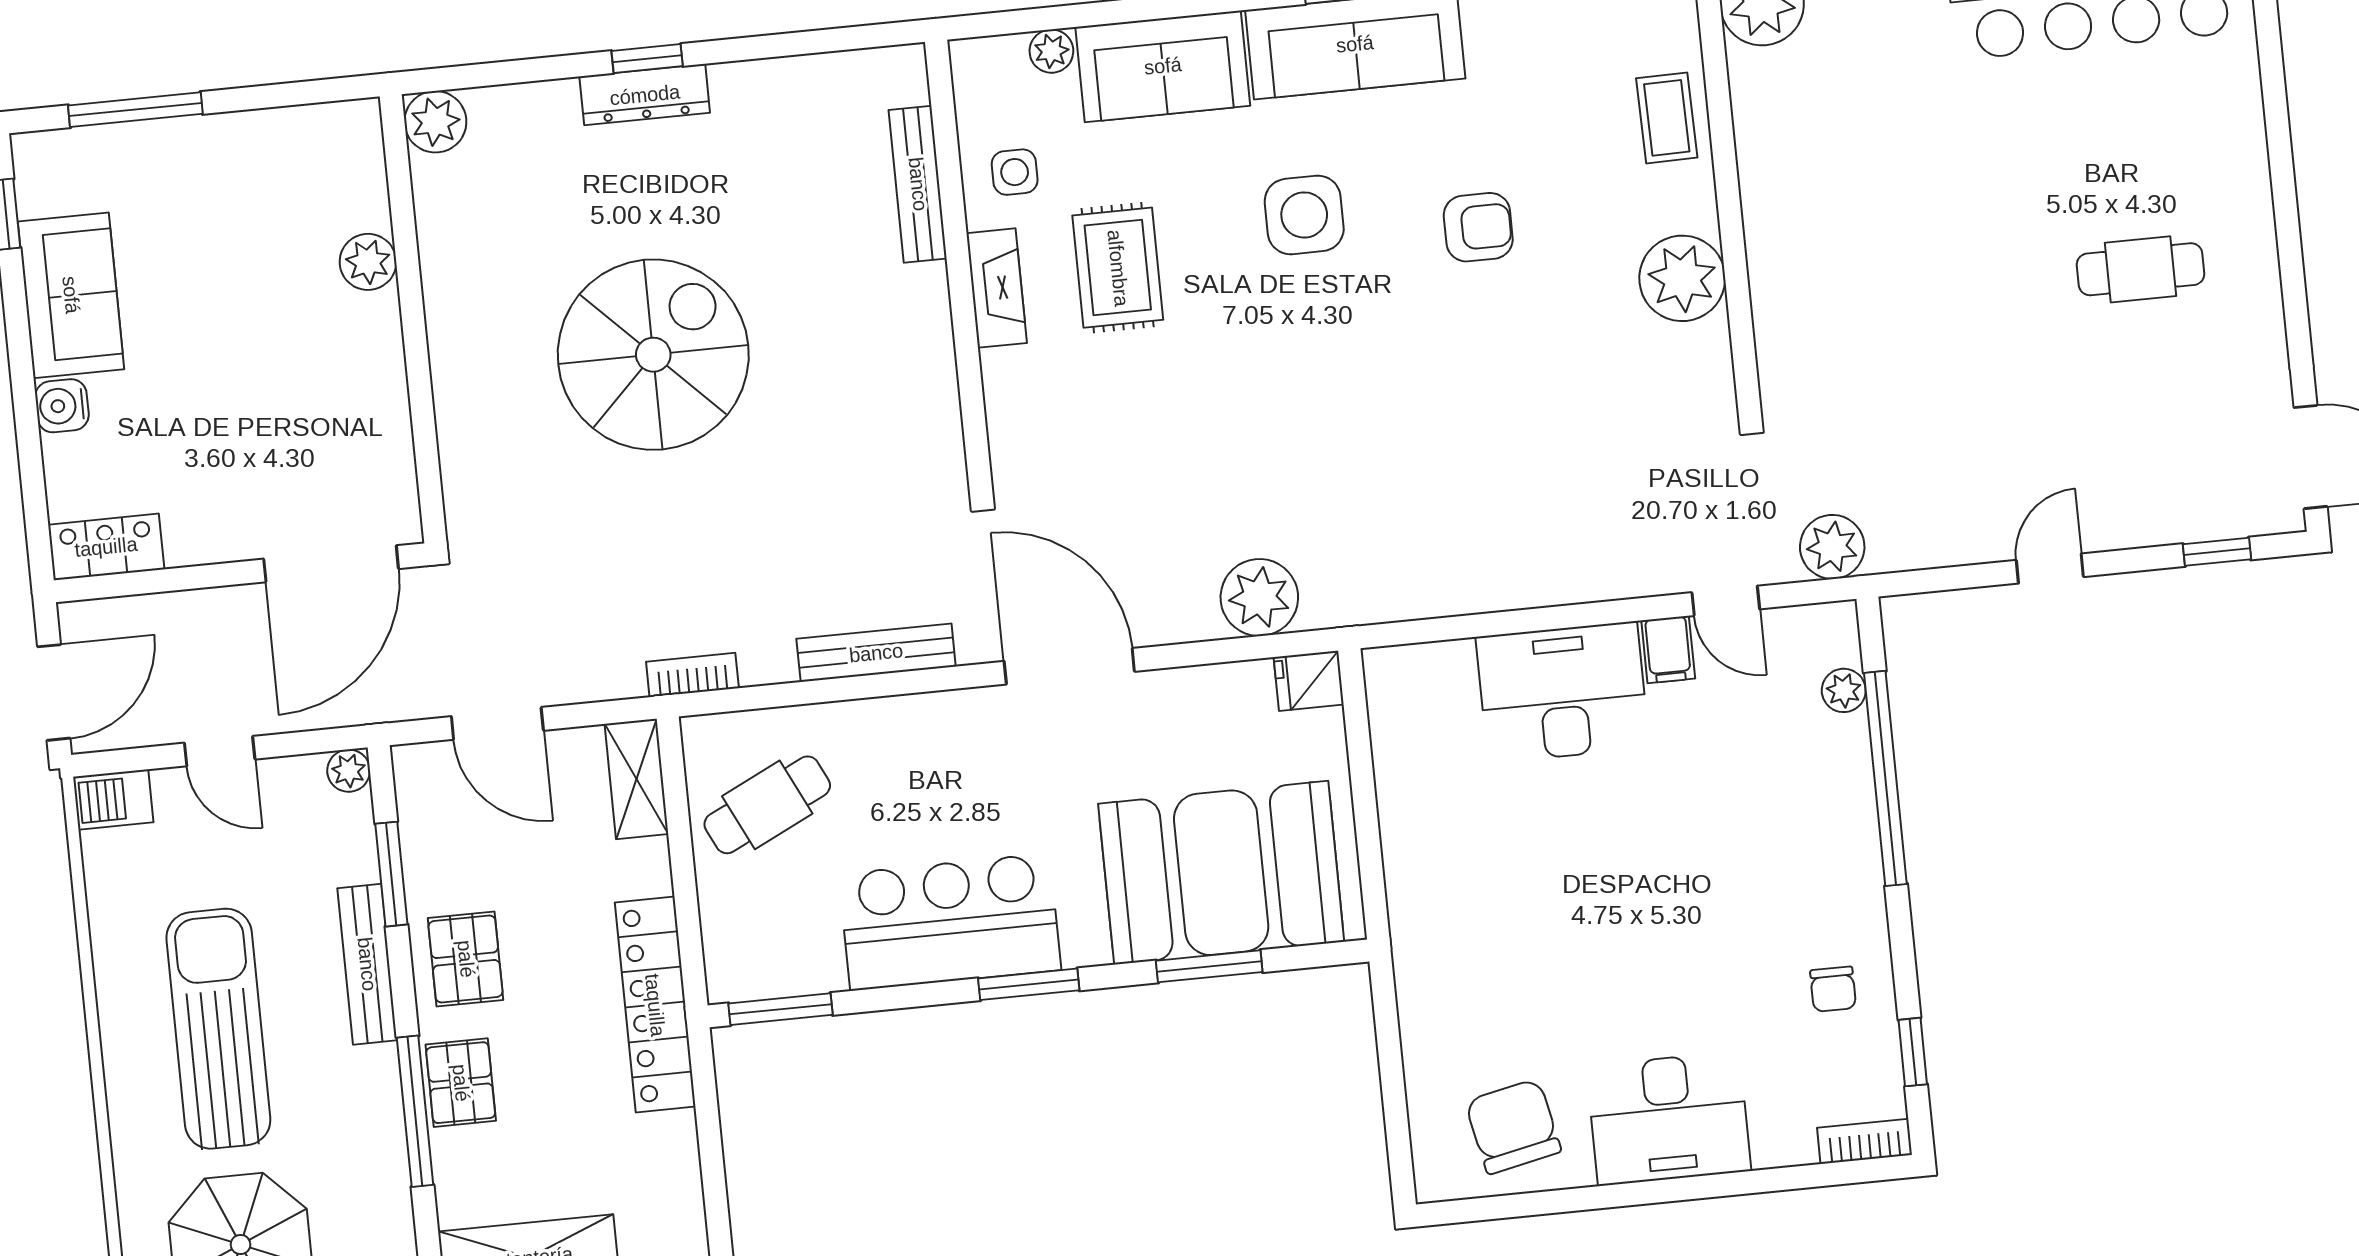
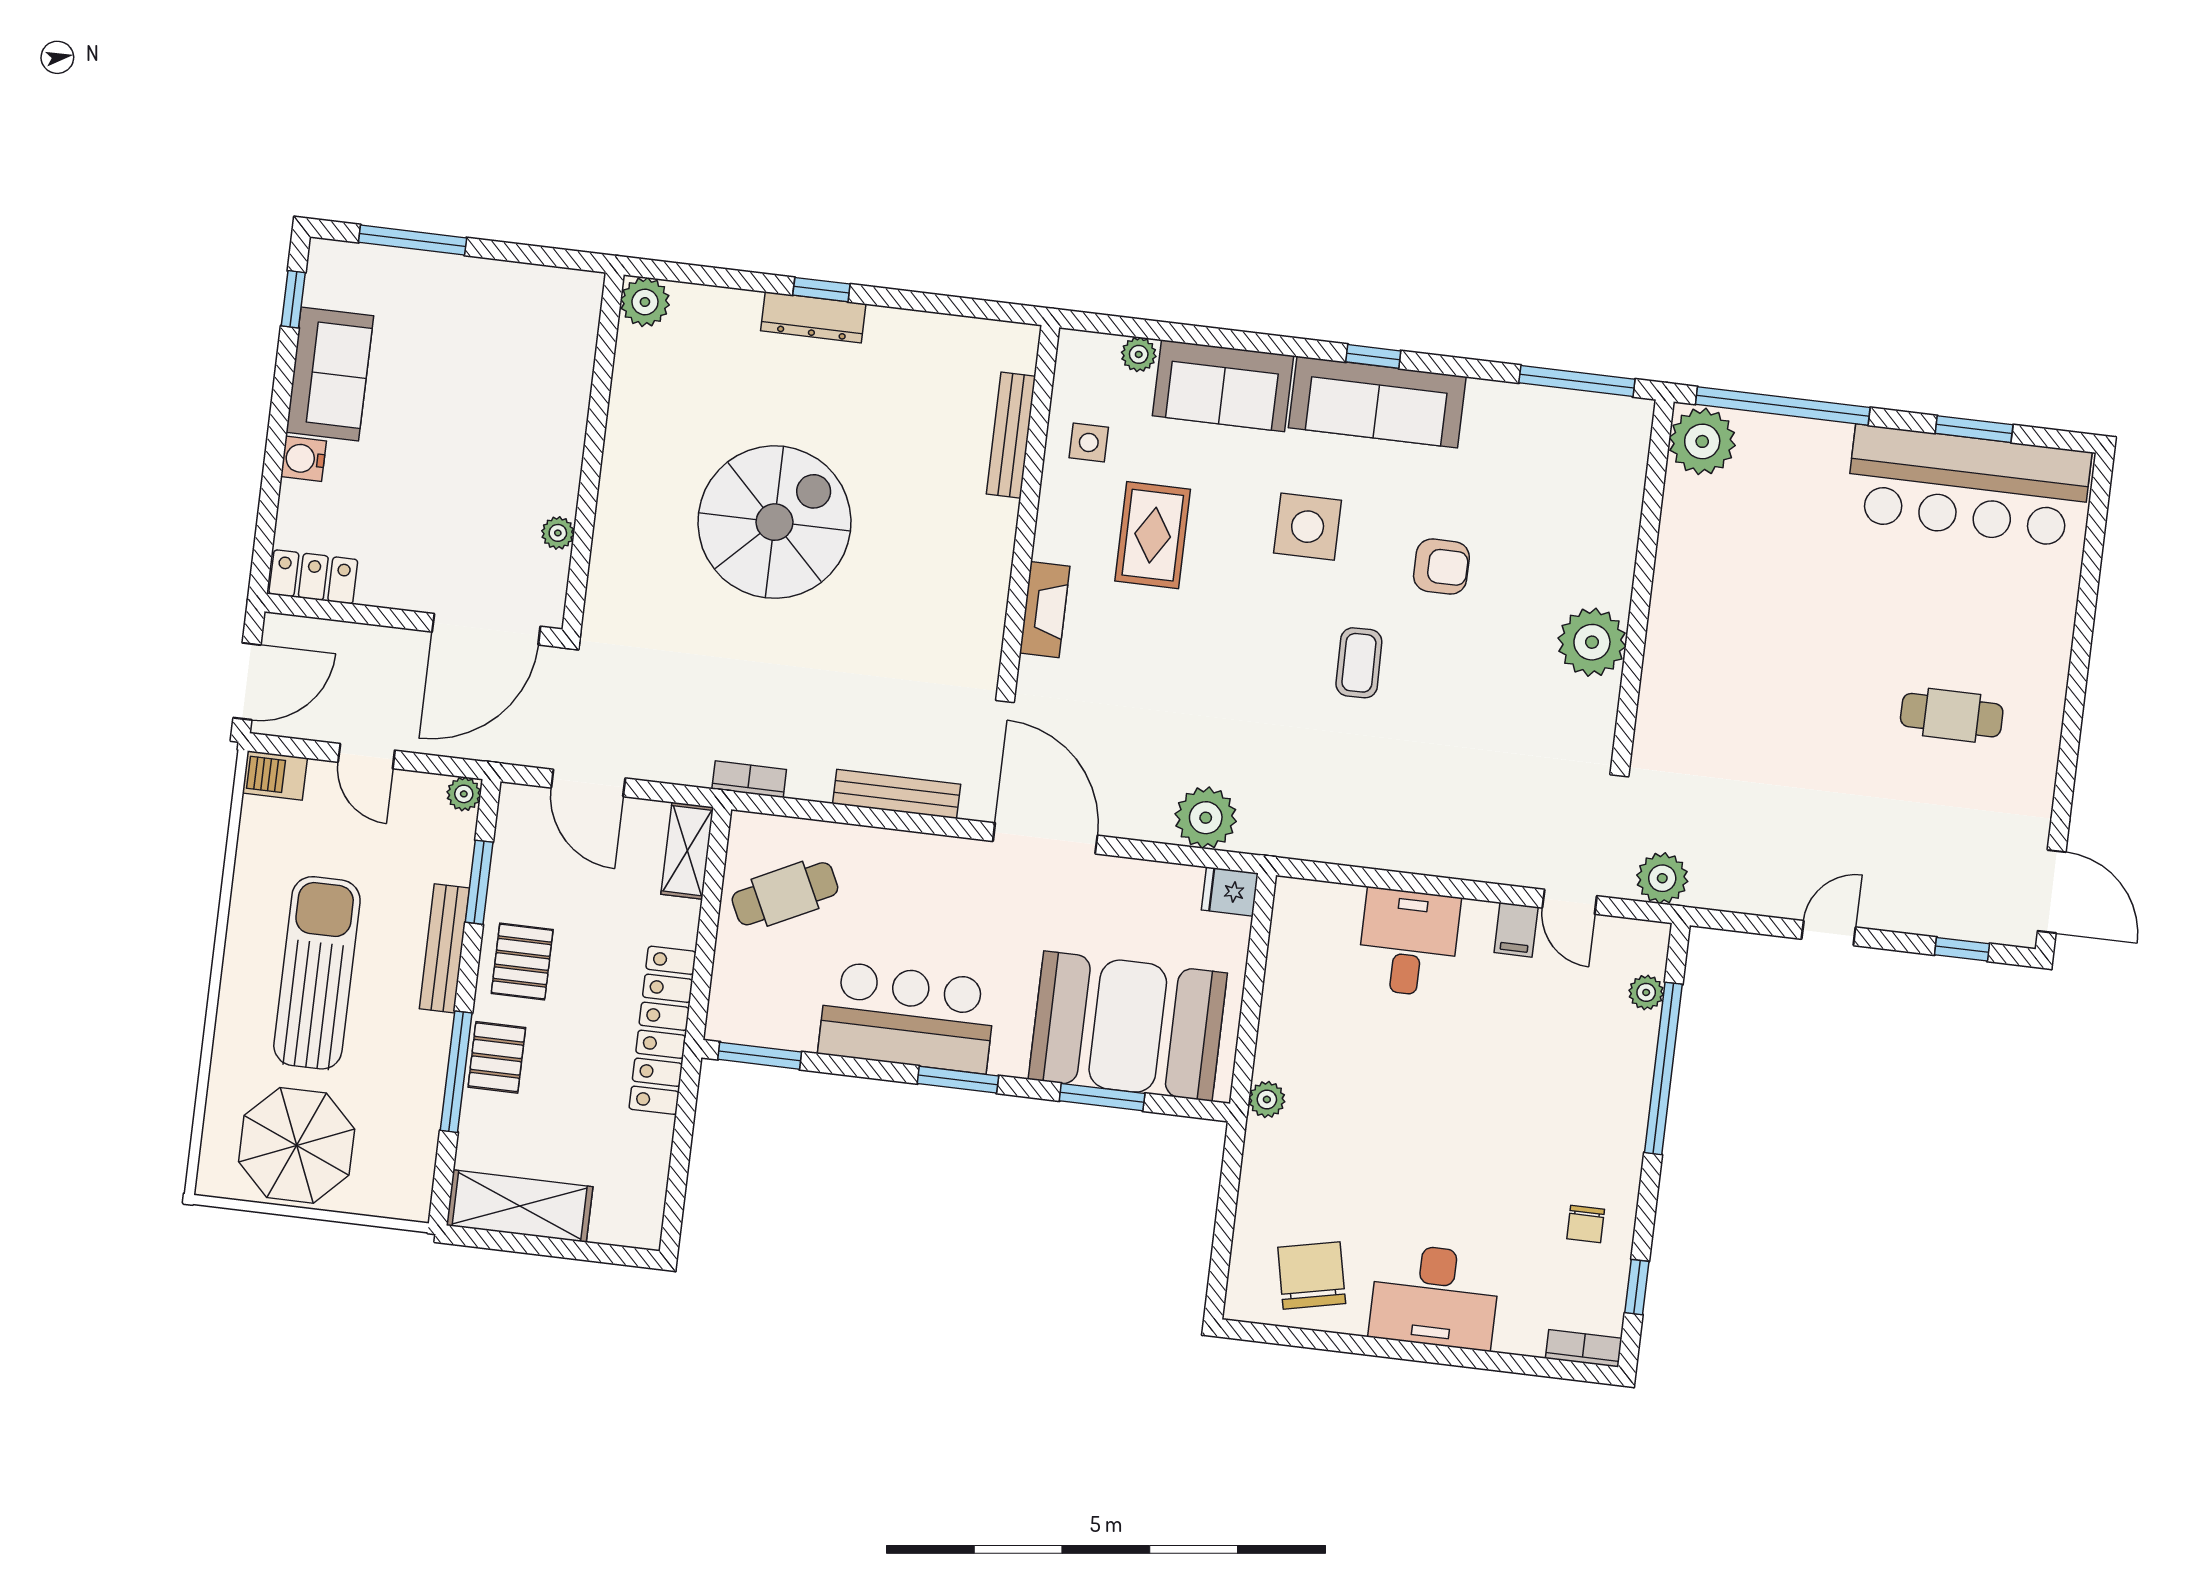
coffee table: (1667, 118) -> (1359, 663), moved
plant: (368, 262) -> (558, 533), moved, width x0.73, depth x0.73
fireplace: (997, 288) -> (1045, 610), moved
desk: (1563, 692) -> (1409, 943), width x0.73
plant: (1411, 924) -> (1267, 1099), added

